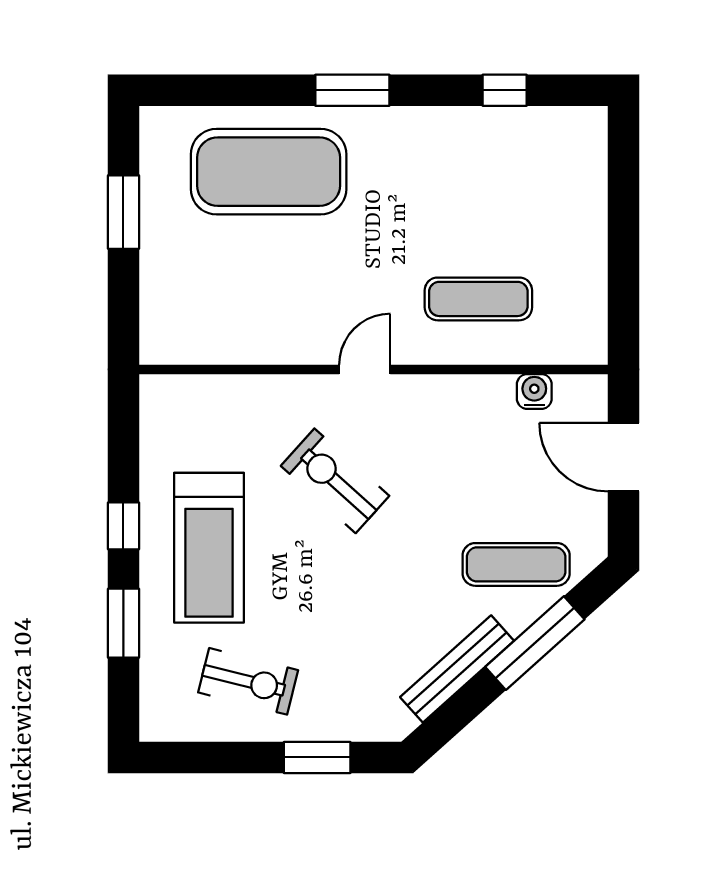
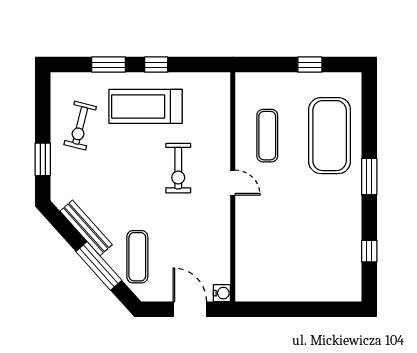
window: (123, 212) -> (310, 65), width x0.67
exercise mat: (478, 299) -> (267, 136), moved
water cooler: (534, 392) -> (222, 293), moved
door: (623, 457) -> (190, 309), hinge flipped
exercise bike: (335, 481) -> (178, 168), turned 138

